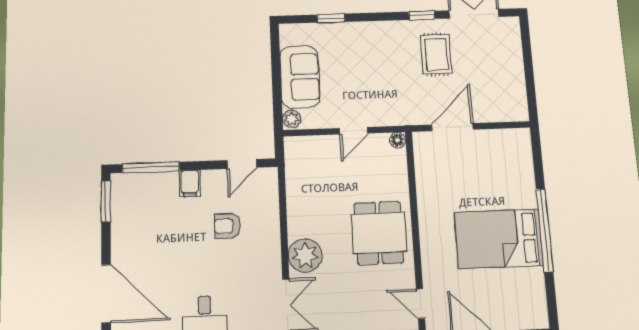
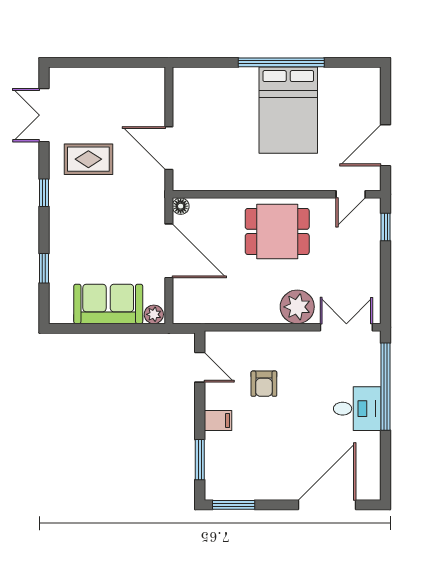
window: (422, 15) -> (44, 193), moved
door: (354, 131) -> (169, 251), width x1.88
window: (151, 167) -> (200, 460), width x0.69

